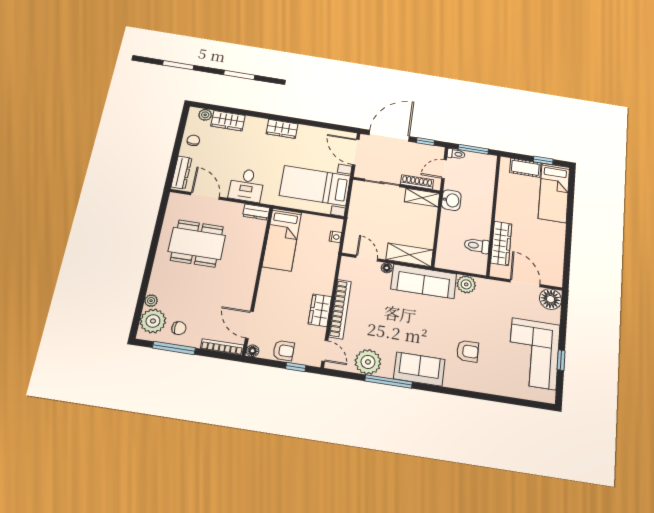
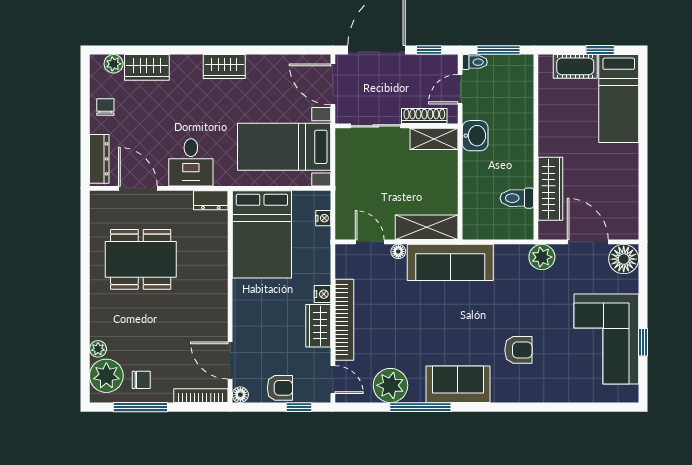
bed: (282, 239) -> (262, 234), width x1.50
plant: (466, 284) -> (542, 257), moved
nightstand: (327, 288) -> (322, 294), added

